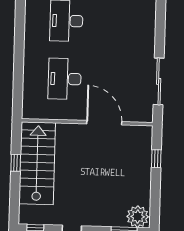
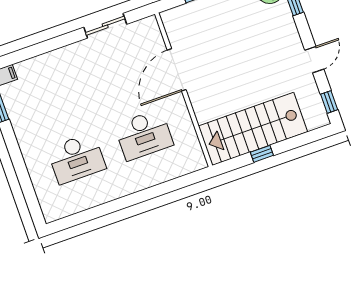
sliding door: (159, 81) -> (105, 26), width x0.73

